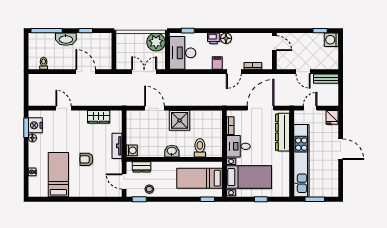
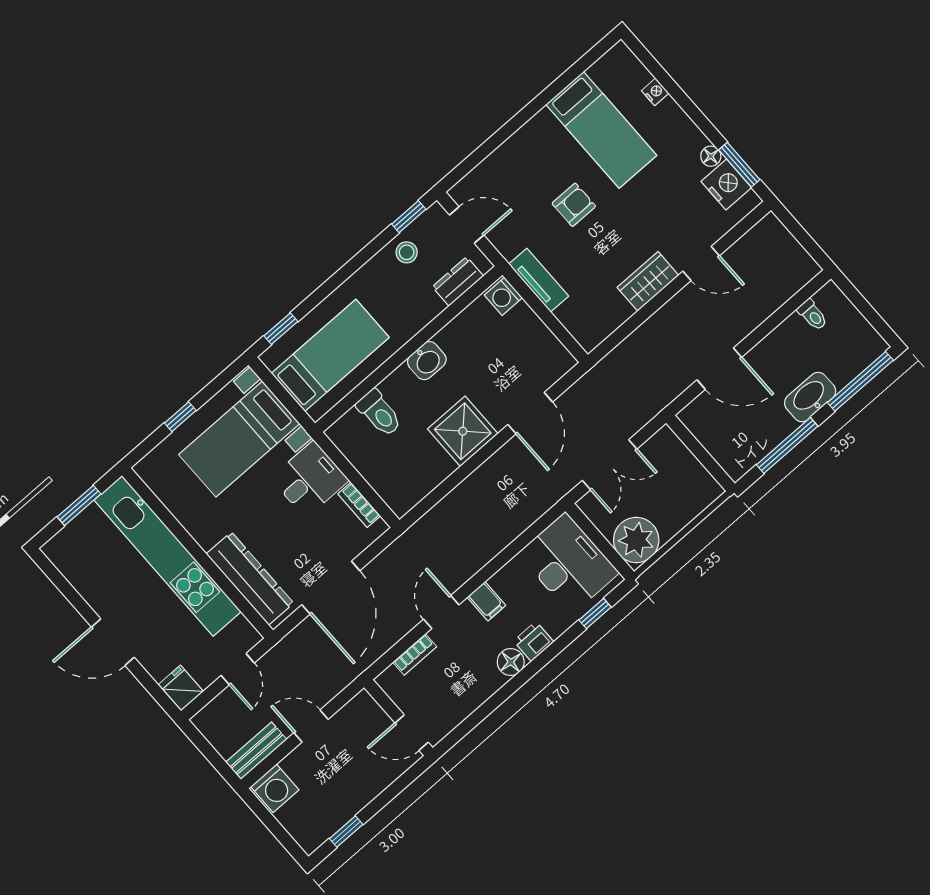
window: (86, 31) -> (787, 445), width x2.17
washing machine: (331, 40) -> (275, 788), moved, turned 90
door: (155, 108) -> (530, 413), hinge flipped
wardrobe: (99, 117) -> (648, 281), moved

